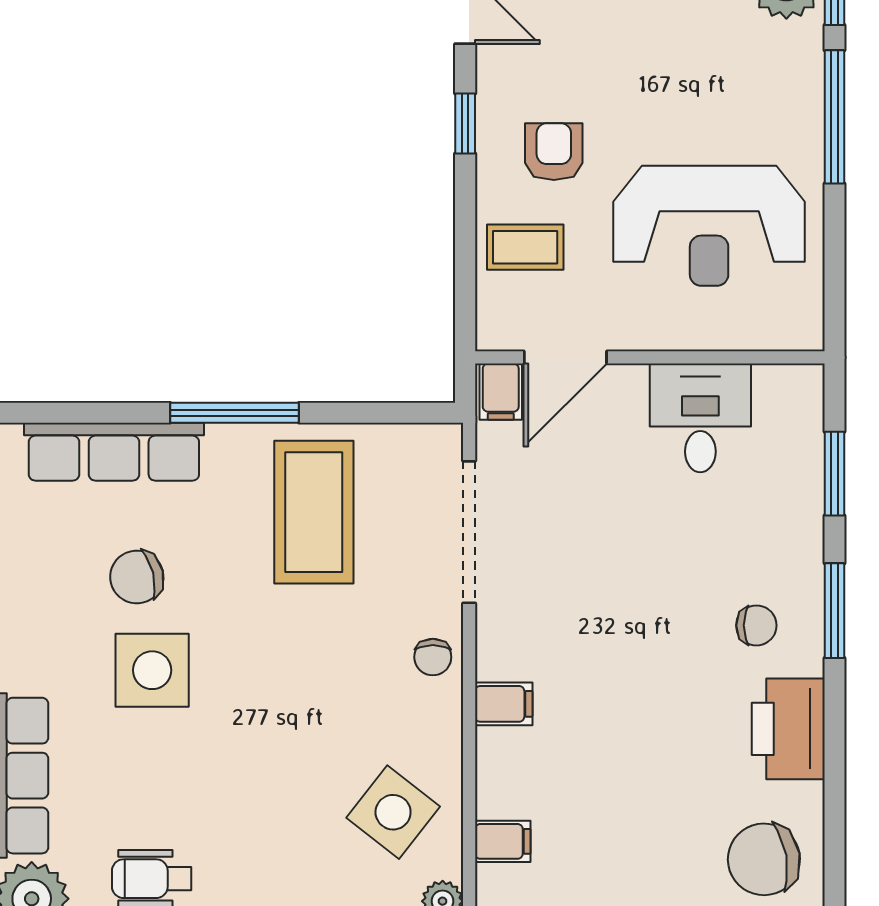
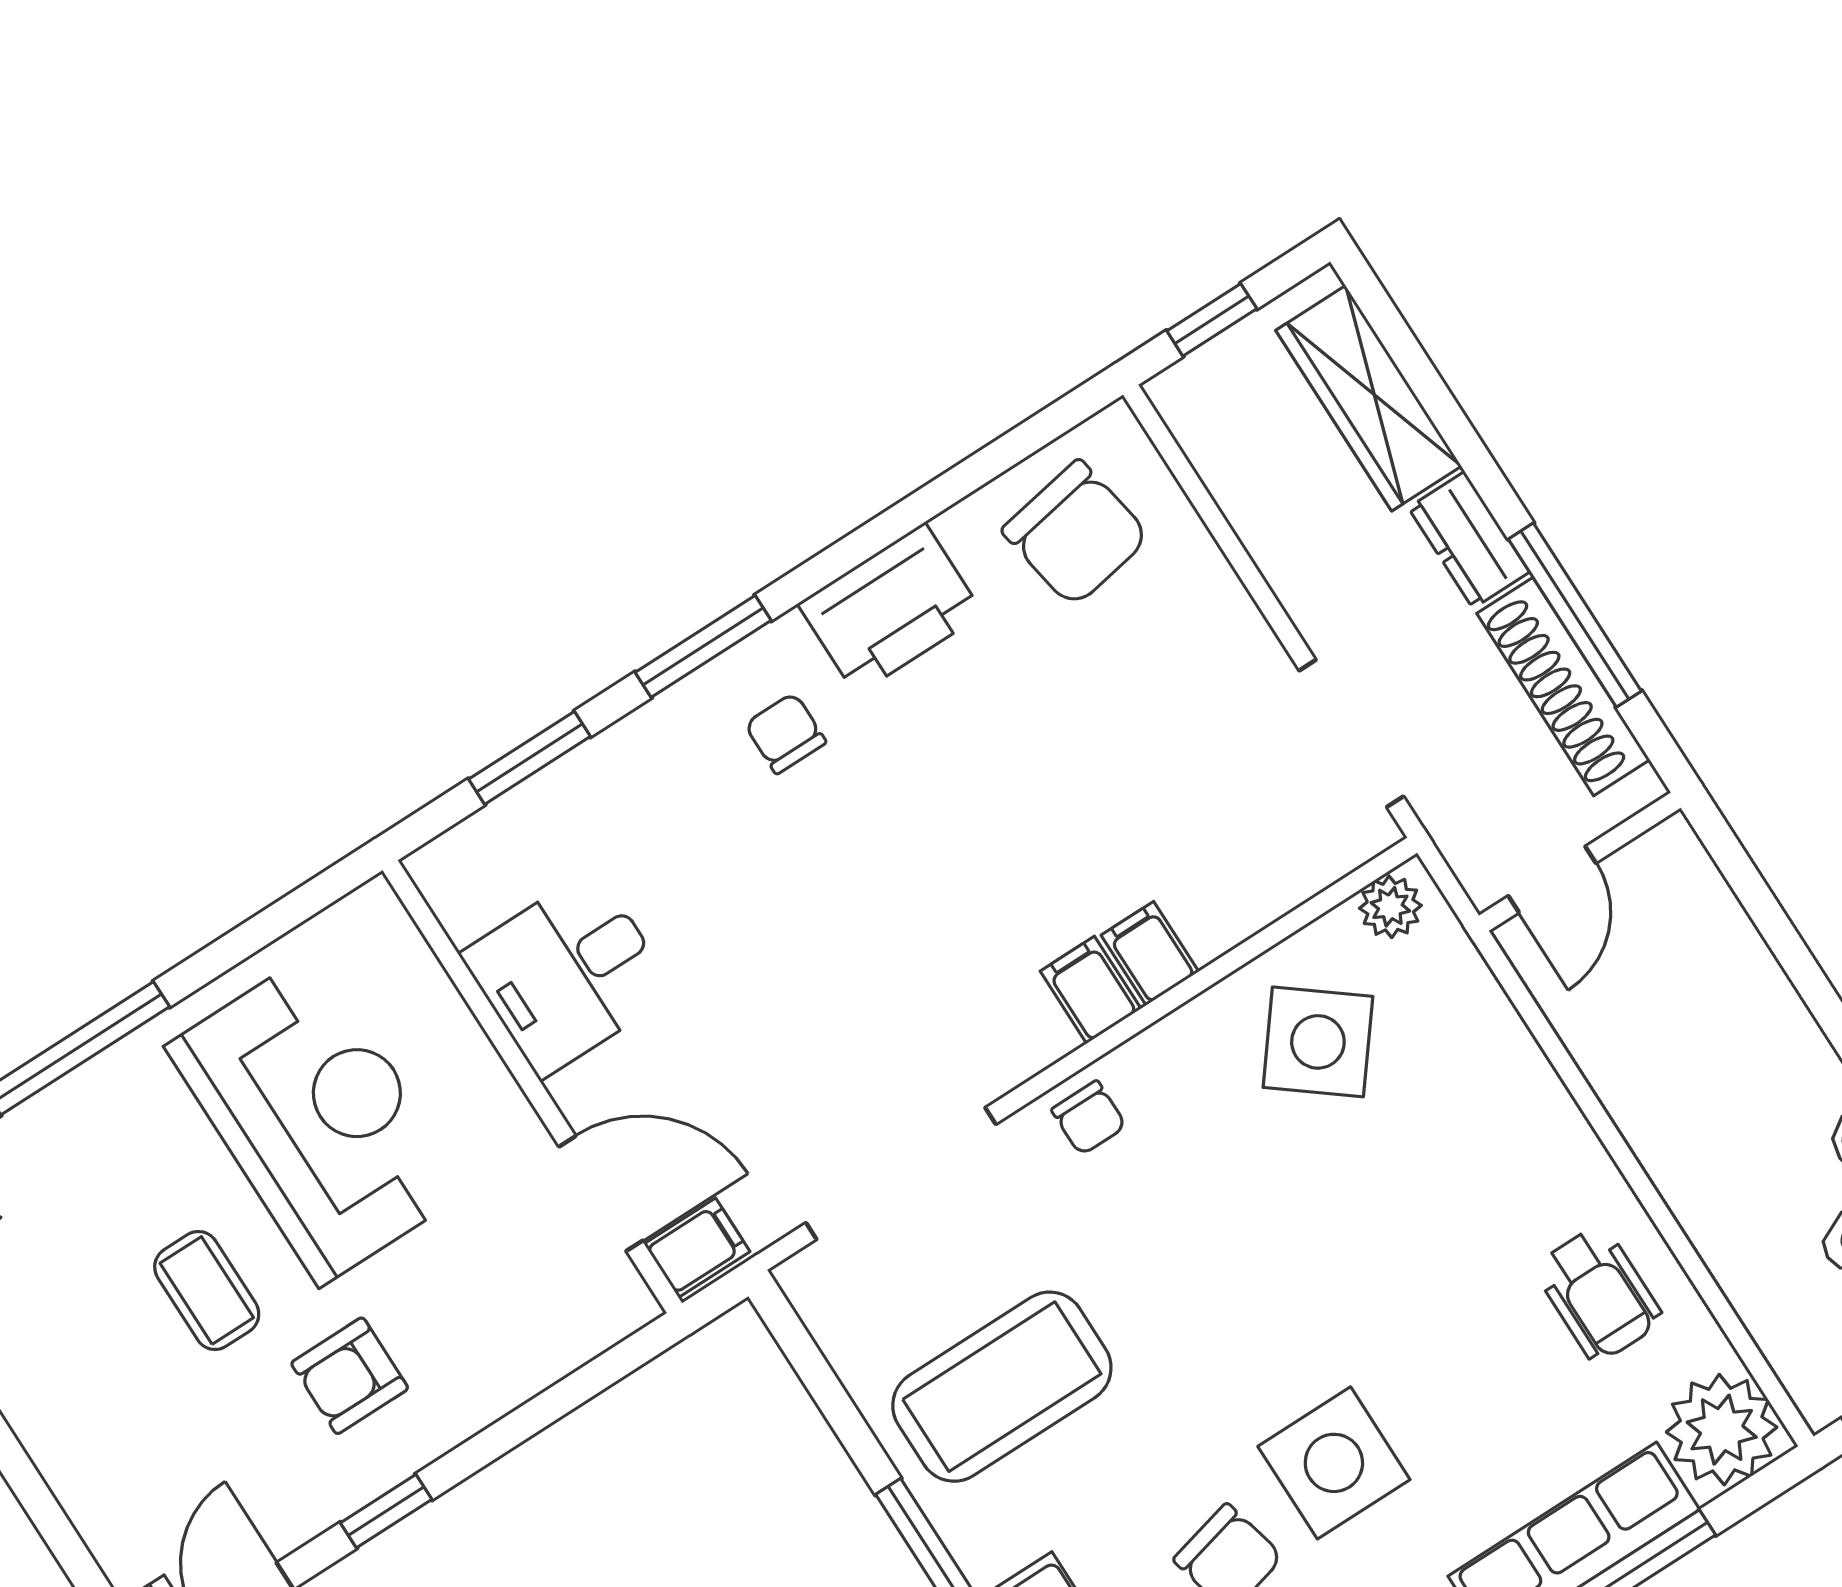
coffee table: (525, 247) -> (207, 1290), moved
chair: (433, 657) -> (1089, 1118), turned 90
filing cabinet: (503, 841) -> (1150, 953), moved

